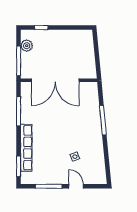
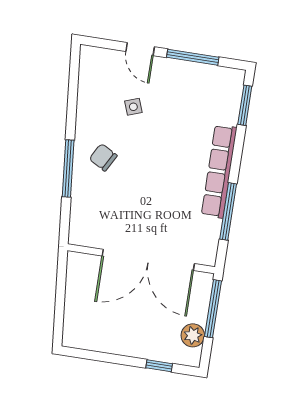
double door: (55, 80) -> (148, 260), swing flipped
chair: (86, 129) -> (103, 157), added
row of seats: (26, 148) -> (219, 171), moved

